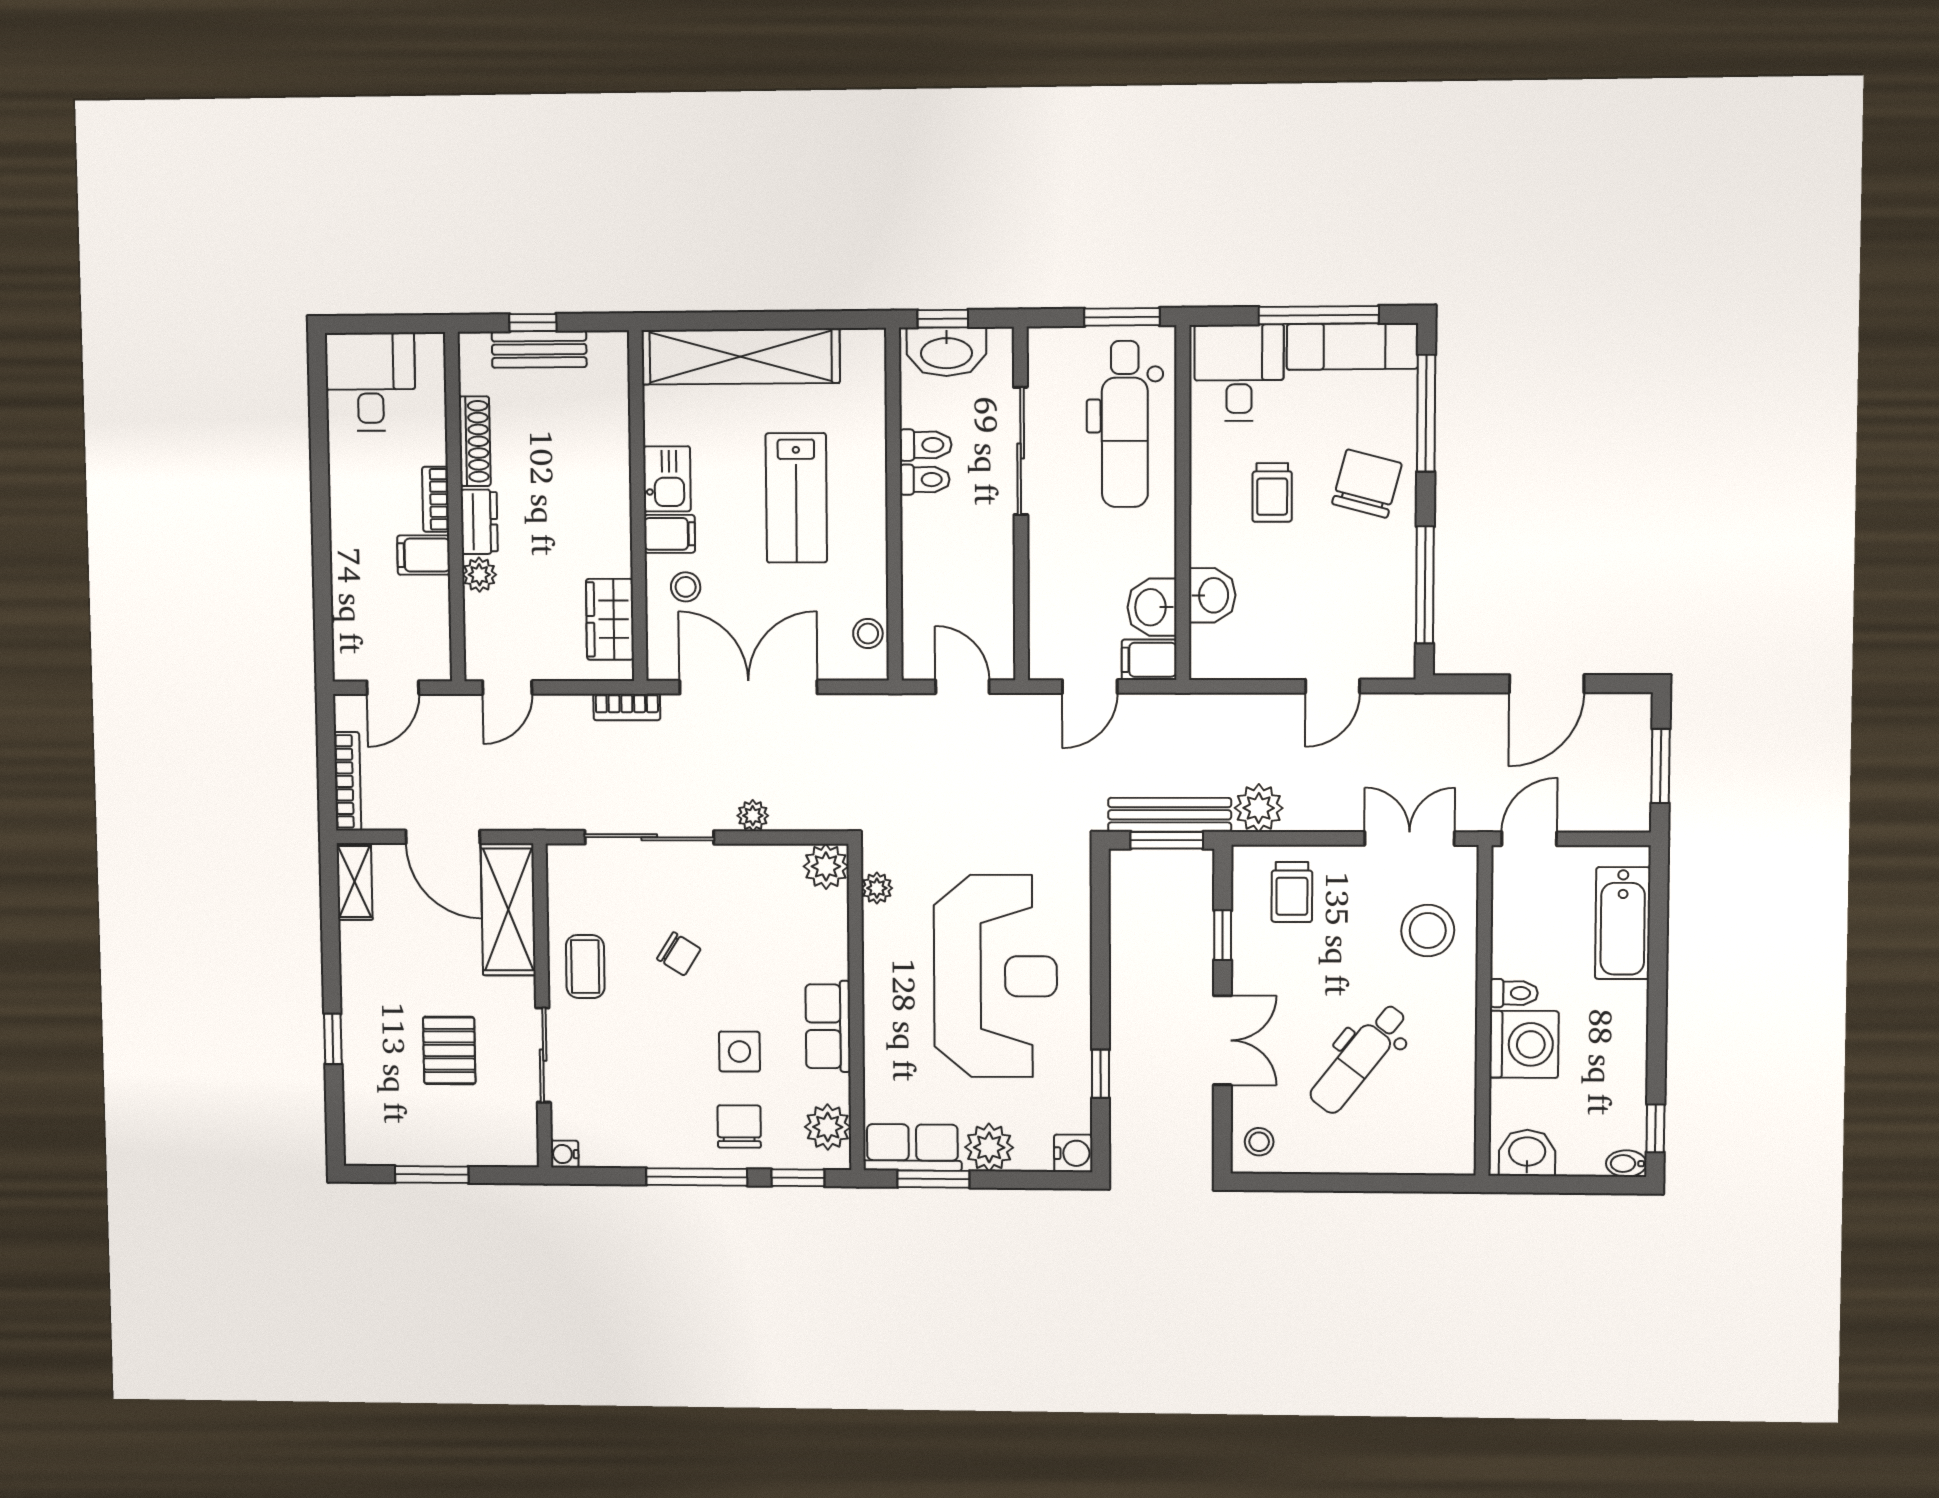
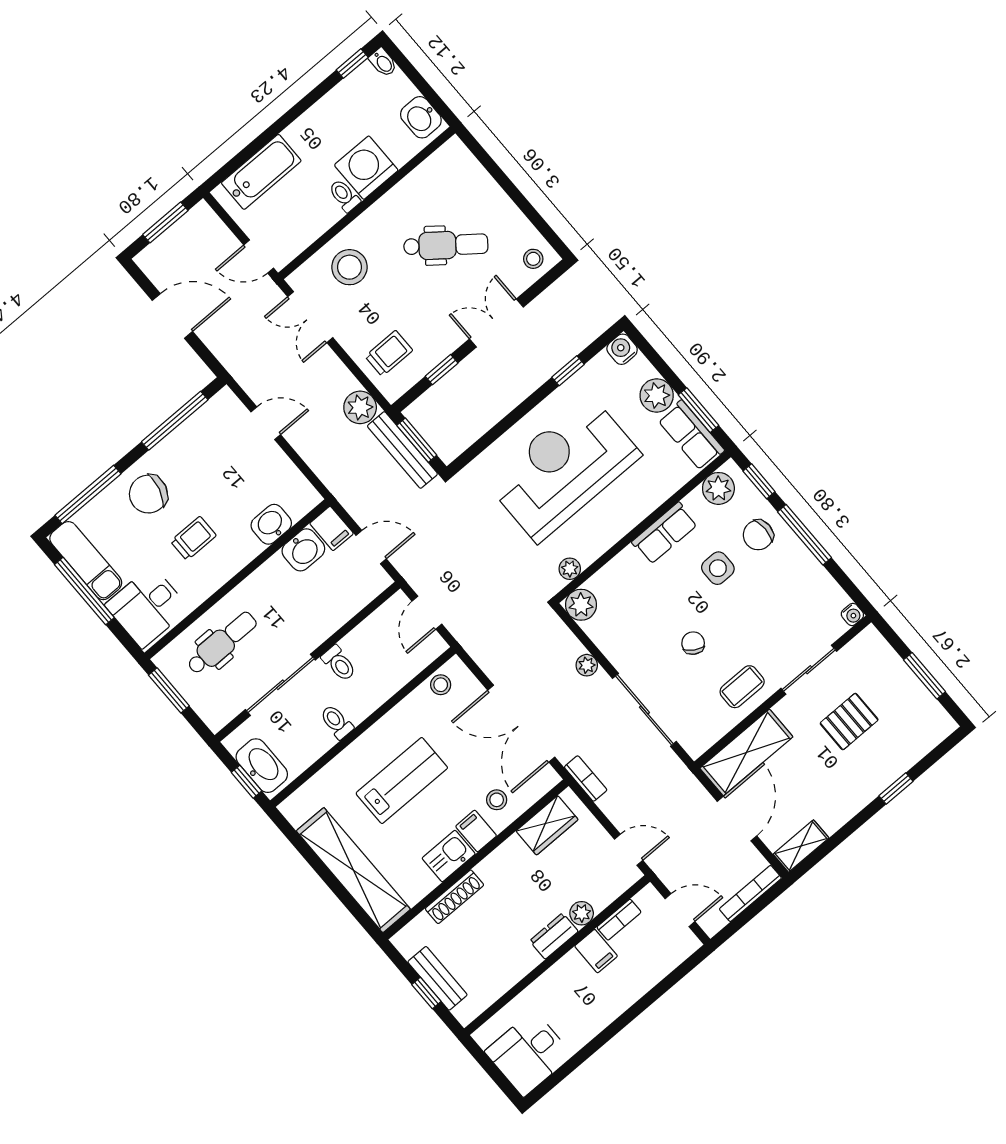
dental chair: (1125, 424) -> (222, 643), width x0.73, depth x0.72
shoe rack: (475, 441) -> (454, 897), moved, turned 180
toilet: (926, 445) -> (339, 663), moved, turned 180
bookcase: (436, 499) -> (619, 920), moved

